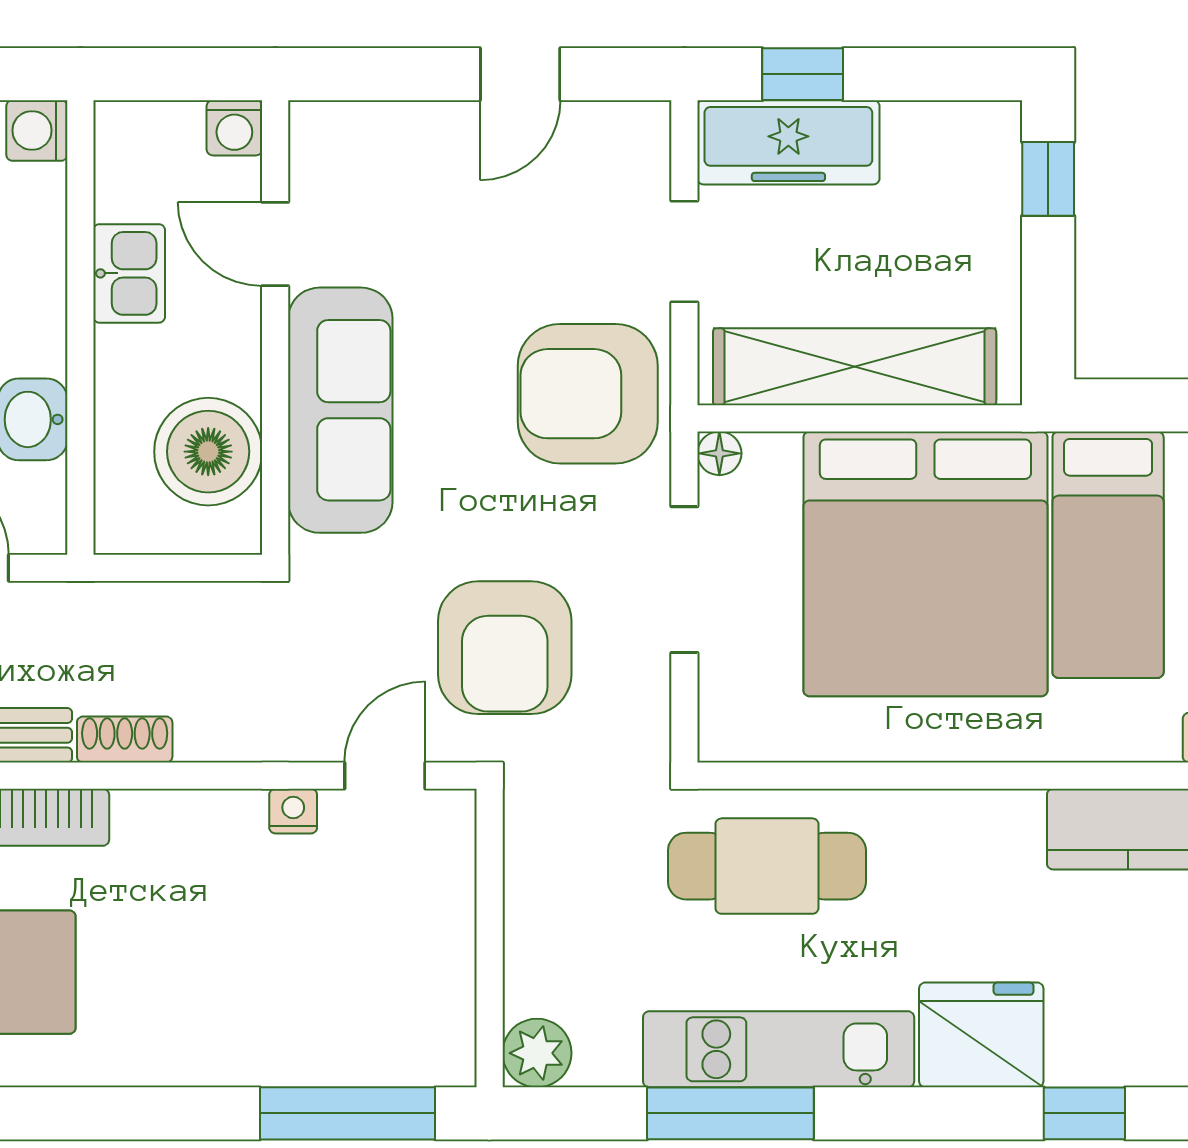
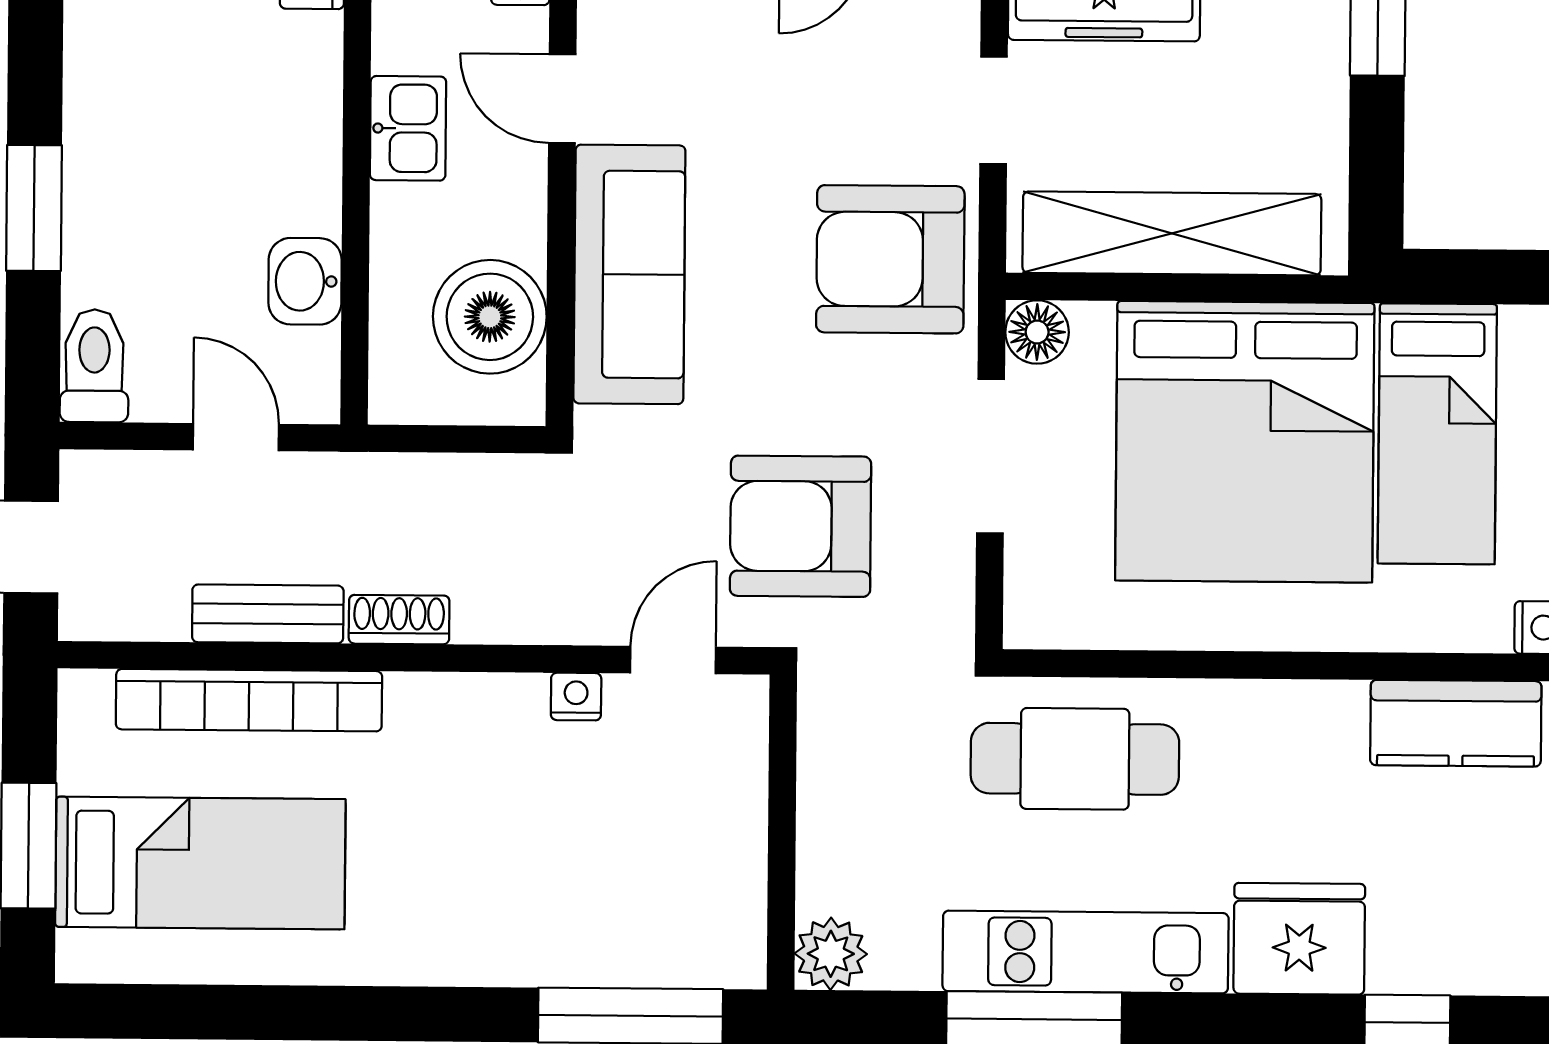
floor lamp: (719, 453) -> (1037, 332), width x1.37, depth x1.37
armchair: (505, 648) -> (801, 526), turned 90

